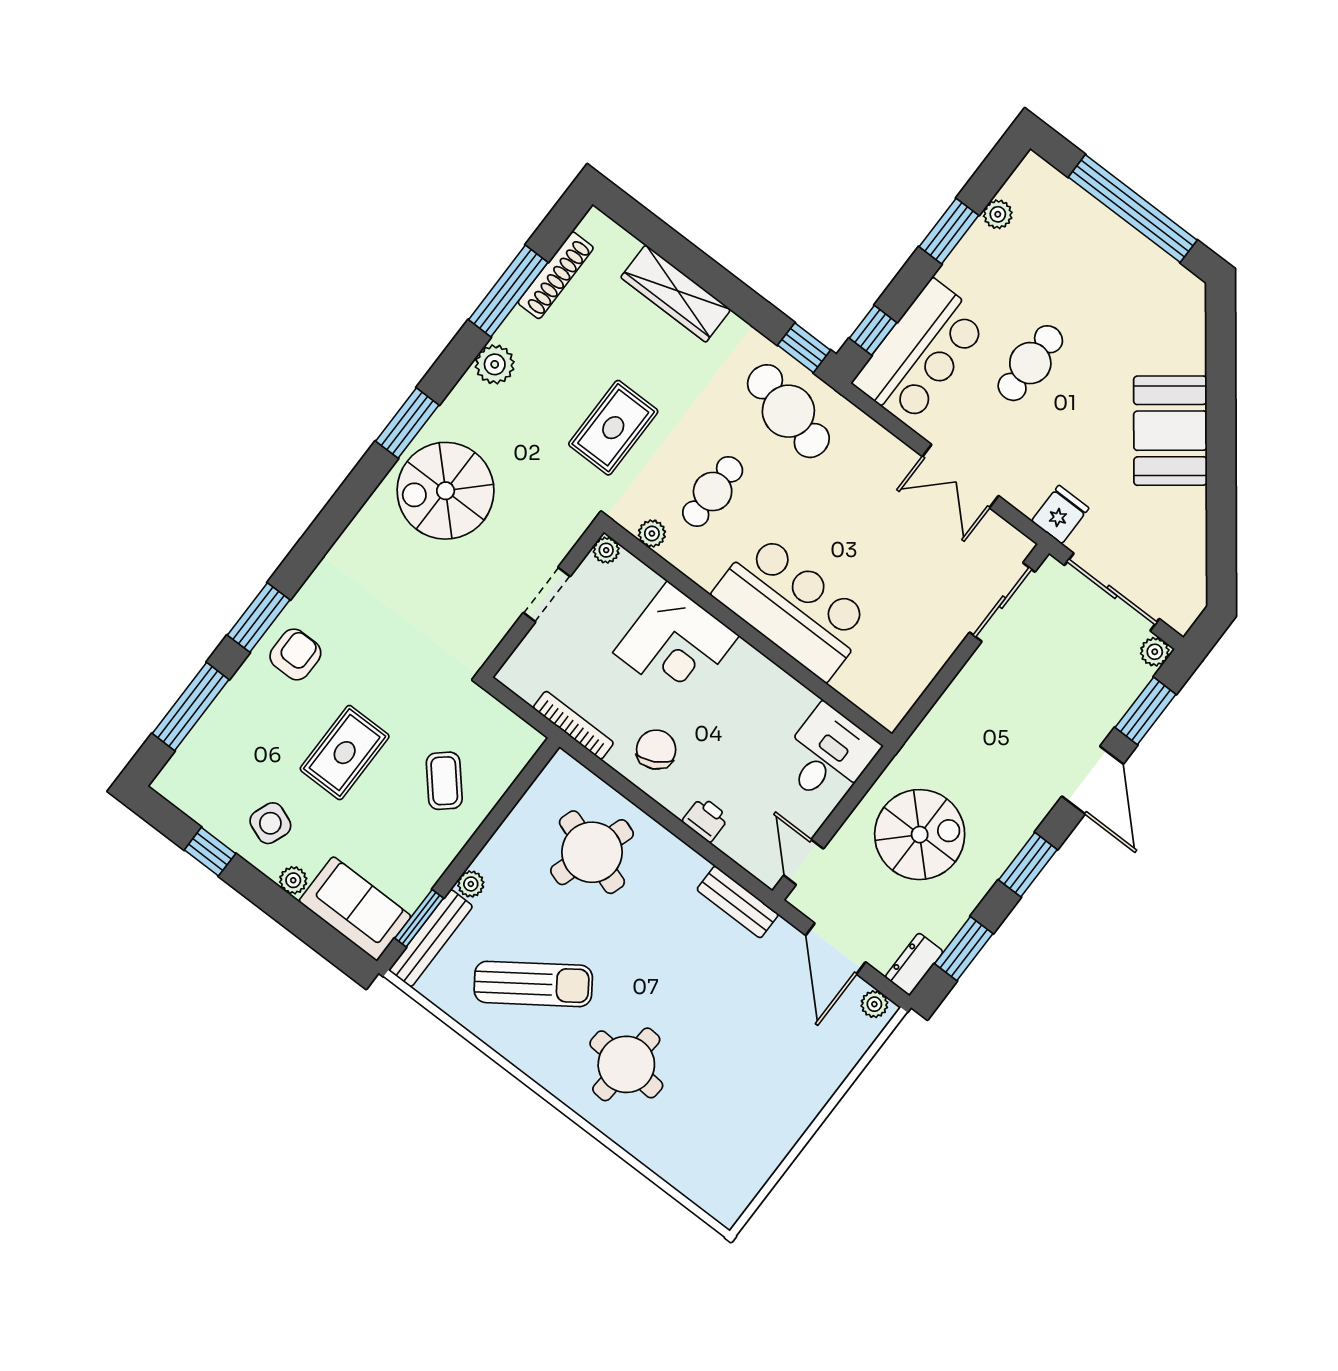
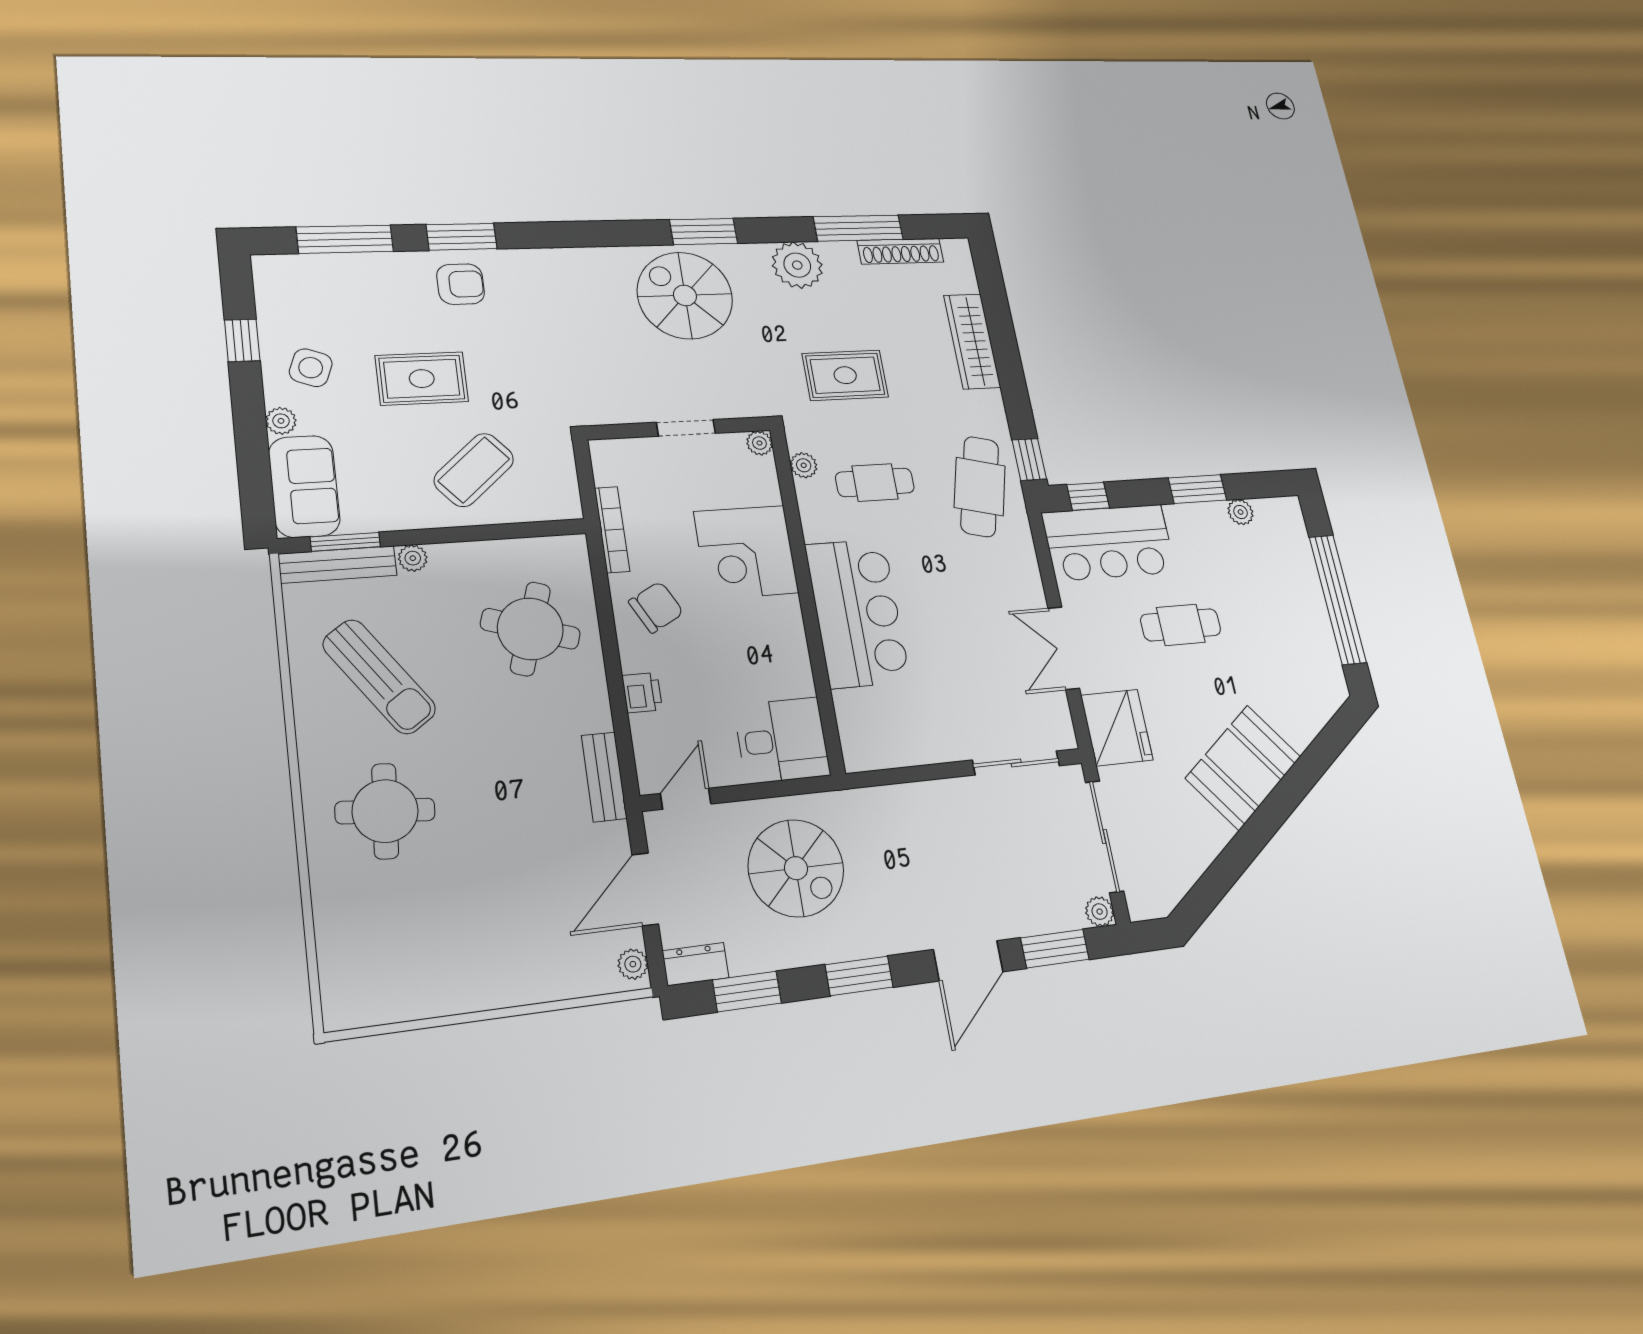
plant: (495, 364) -> (797, 265), width x1.36, depth x1.36
fridge: (1060, 515) -> (1117, 728), width x1.88, depth x1.34
coffee table: (444, 781) -> (474, 470), width x1.36, depth x1.30

